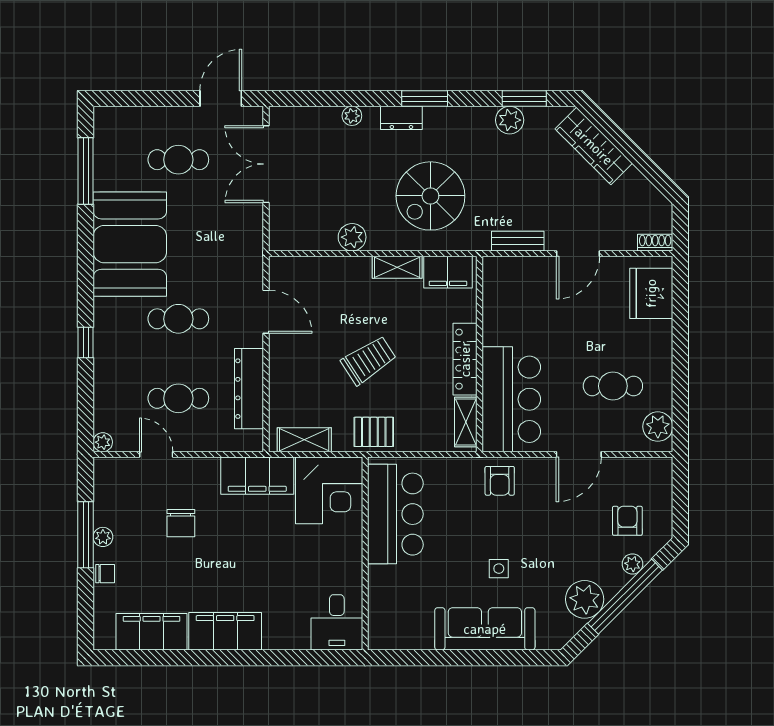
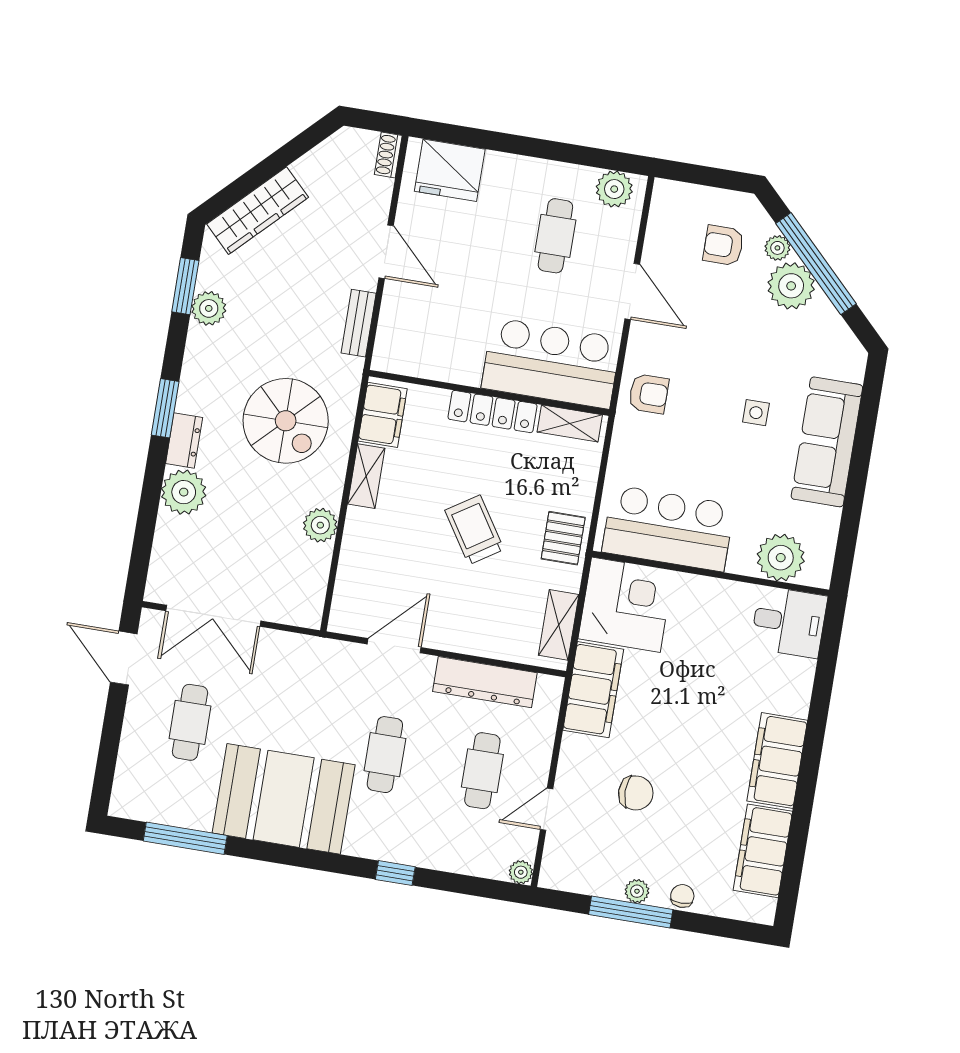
plant: (352, 116) -> (184, 492), width x1.88, depth x1.88
plant: (585, 599) -> (791, 286), moved
plant: (387, 607) -> (781, 558), added

